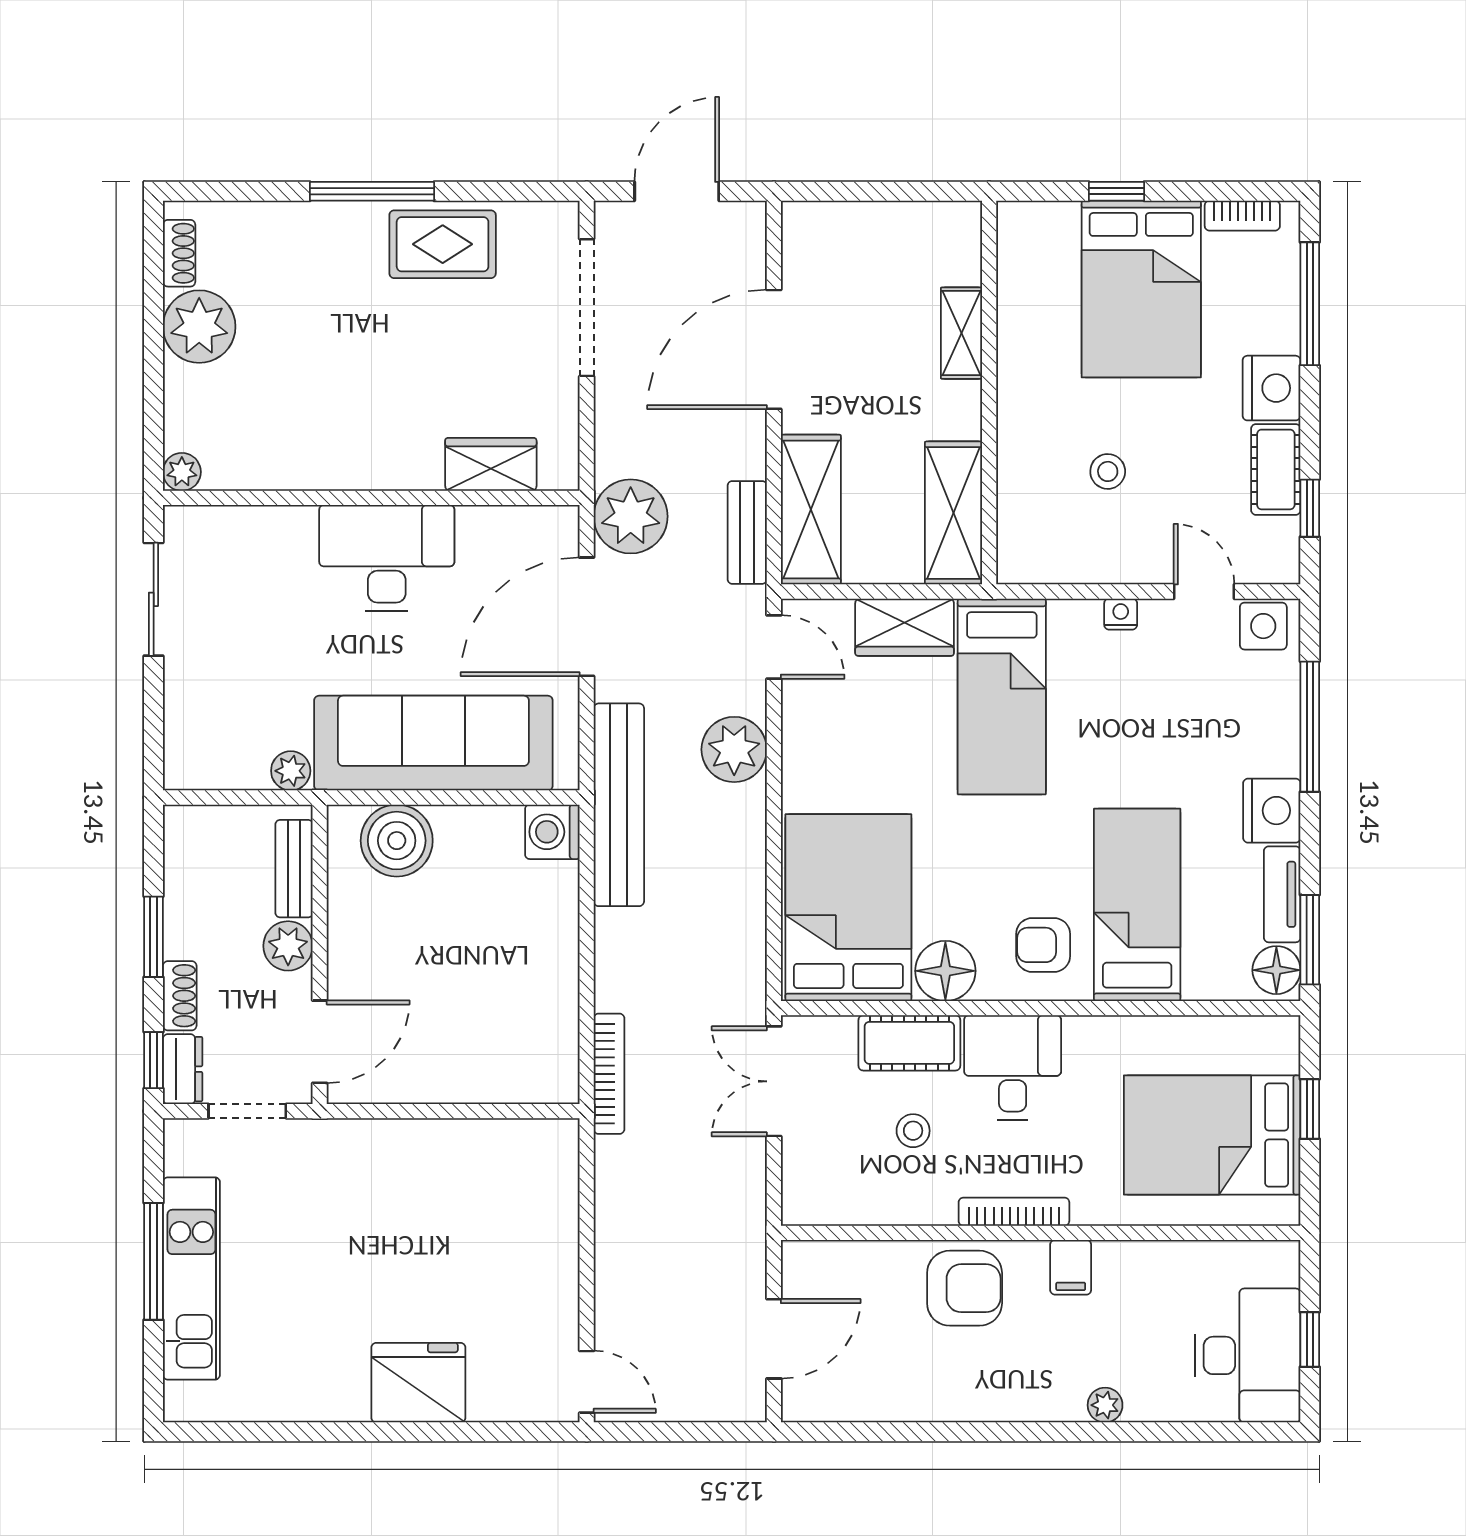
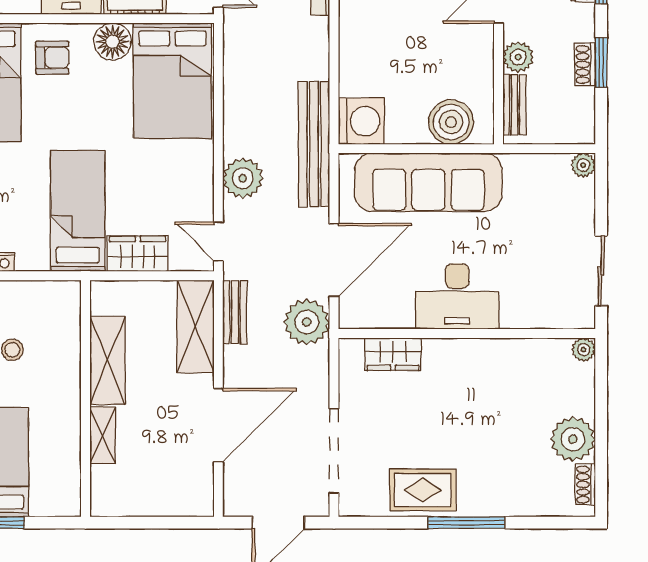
shelving: (954, 513) -> (107, 360), moved
plant: (291, 771) -> (583, 165), moved
washing machine: (552, 832) -> (361, 121), width x1.37, depth x1.37
shoe rack: (180, 996) -> (585, 64), moved

